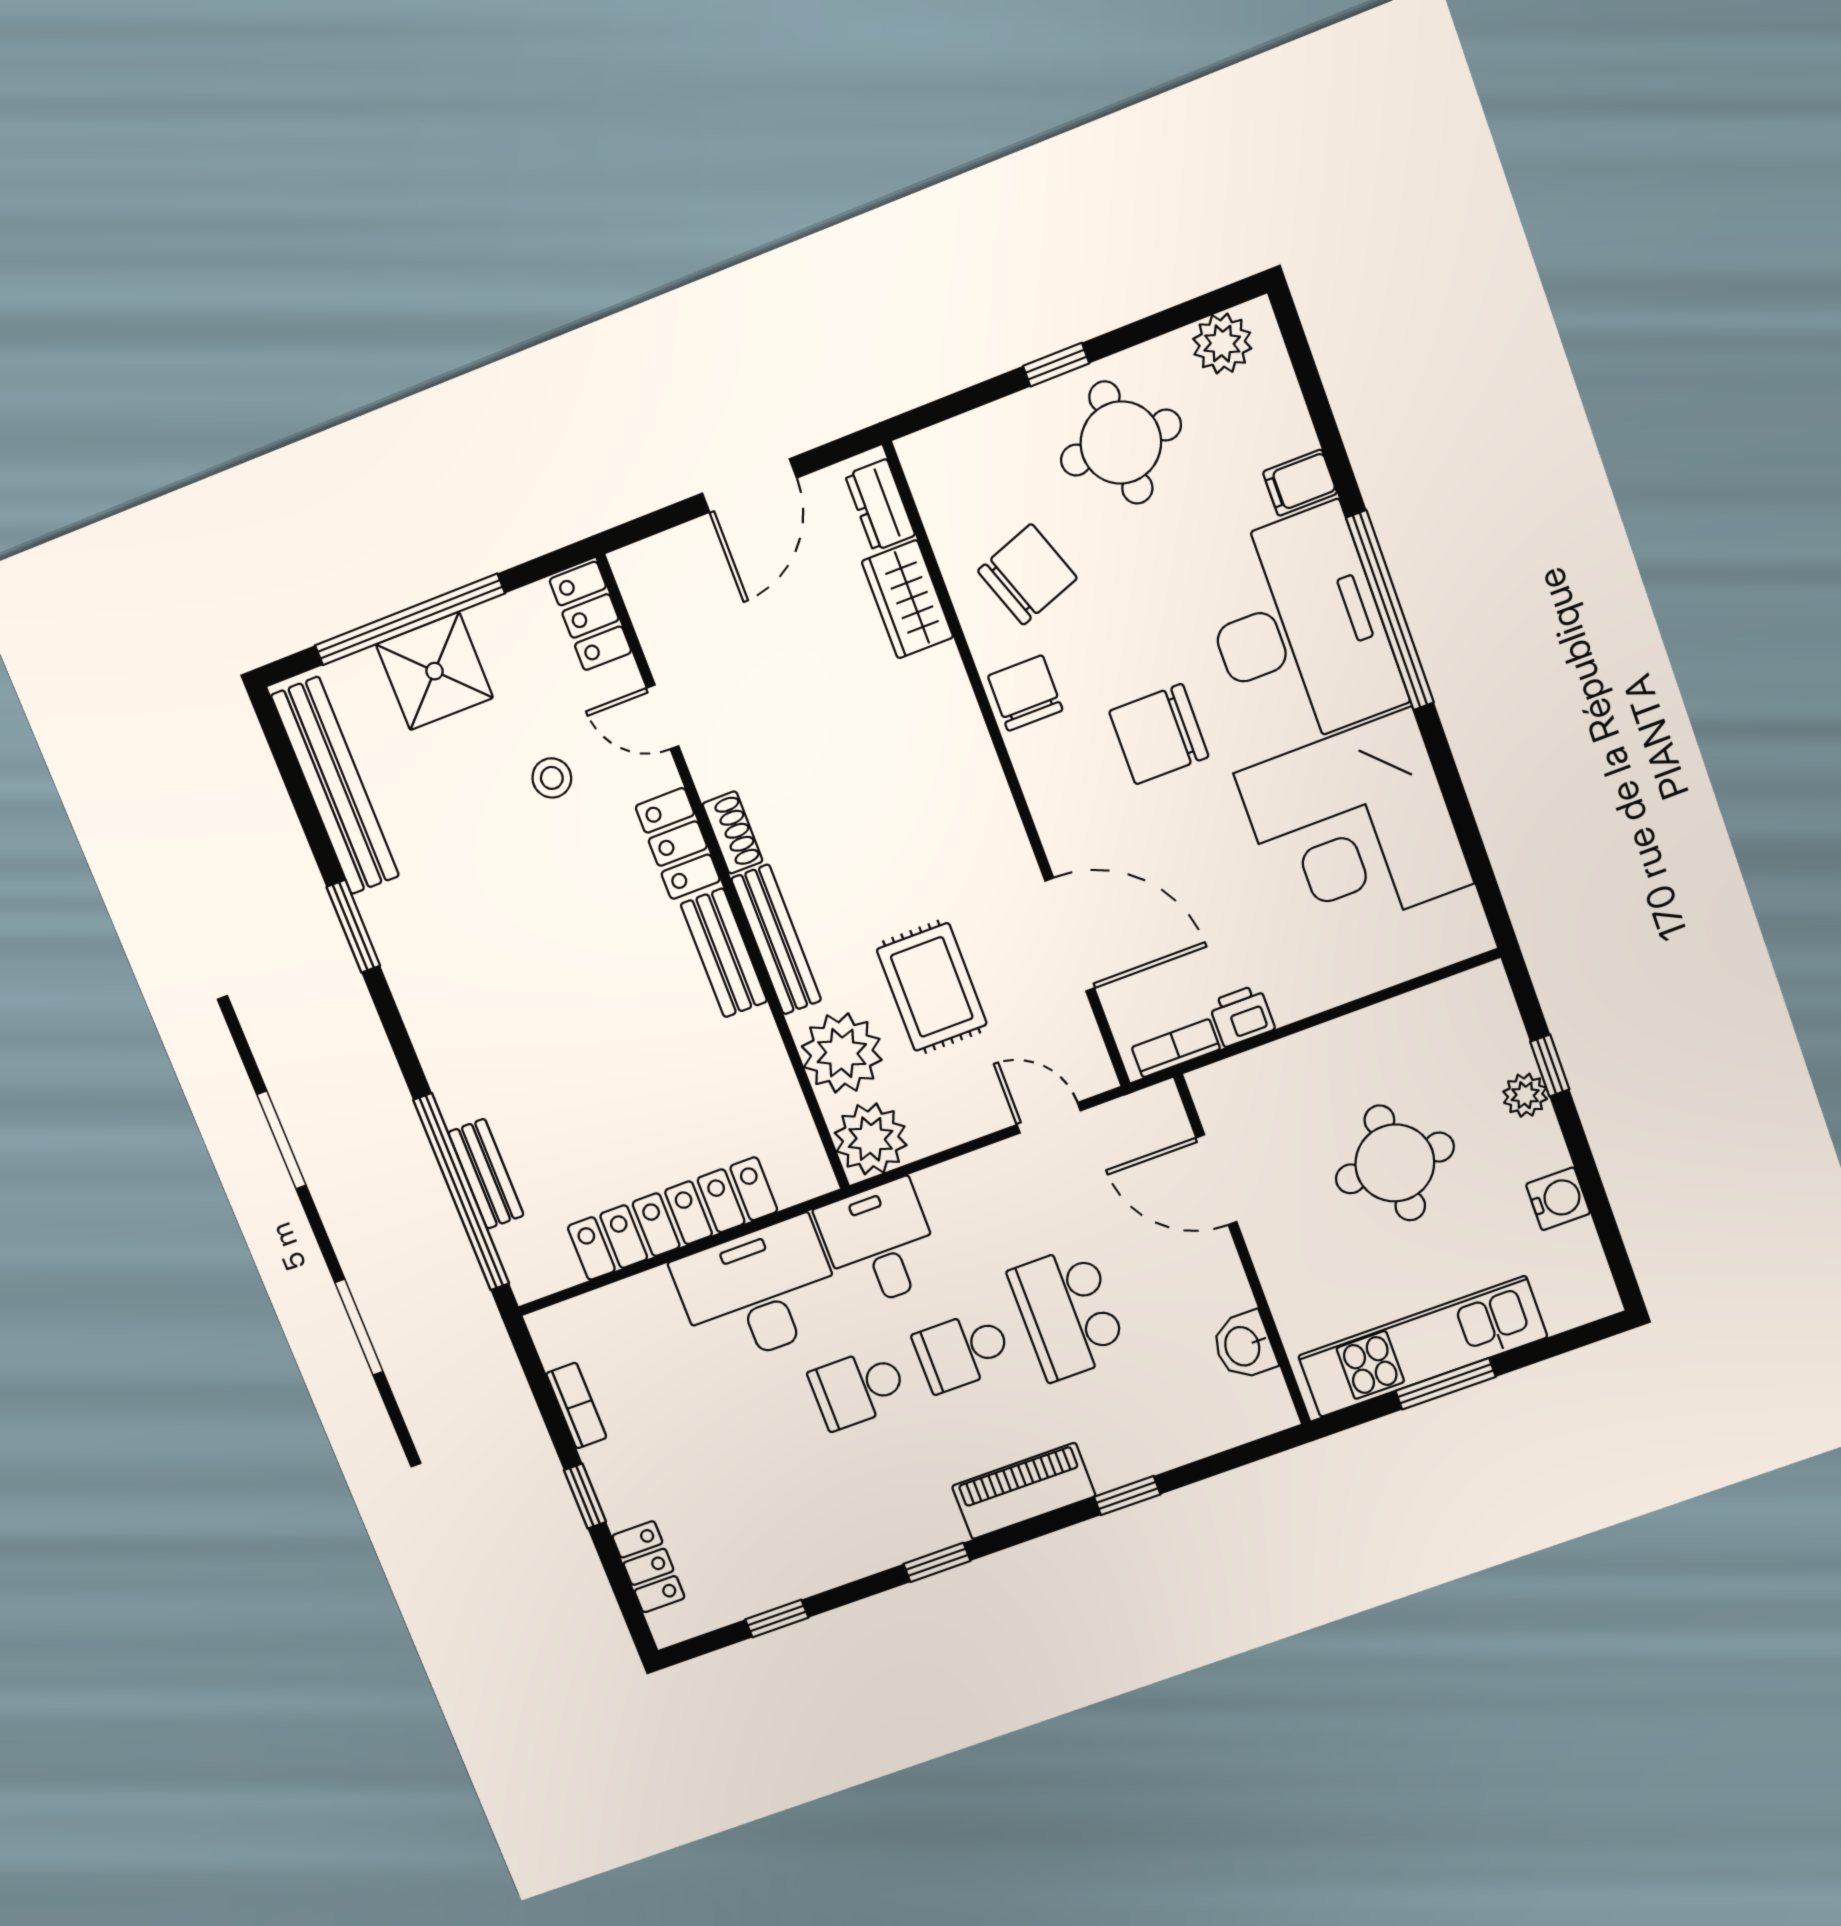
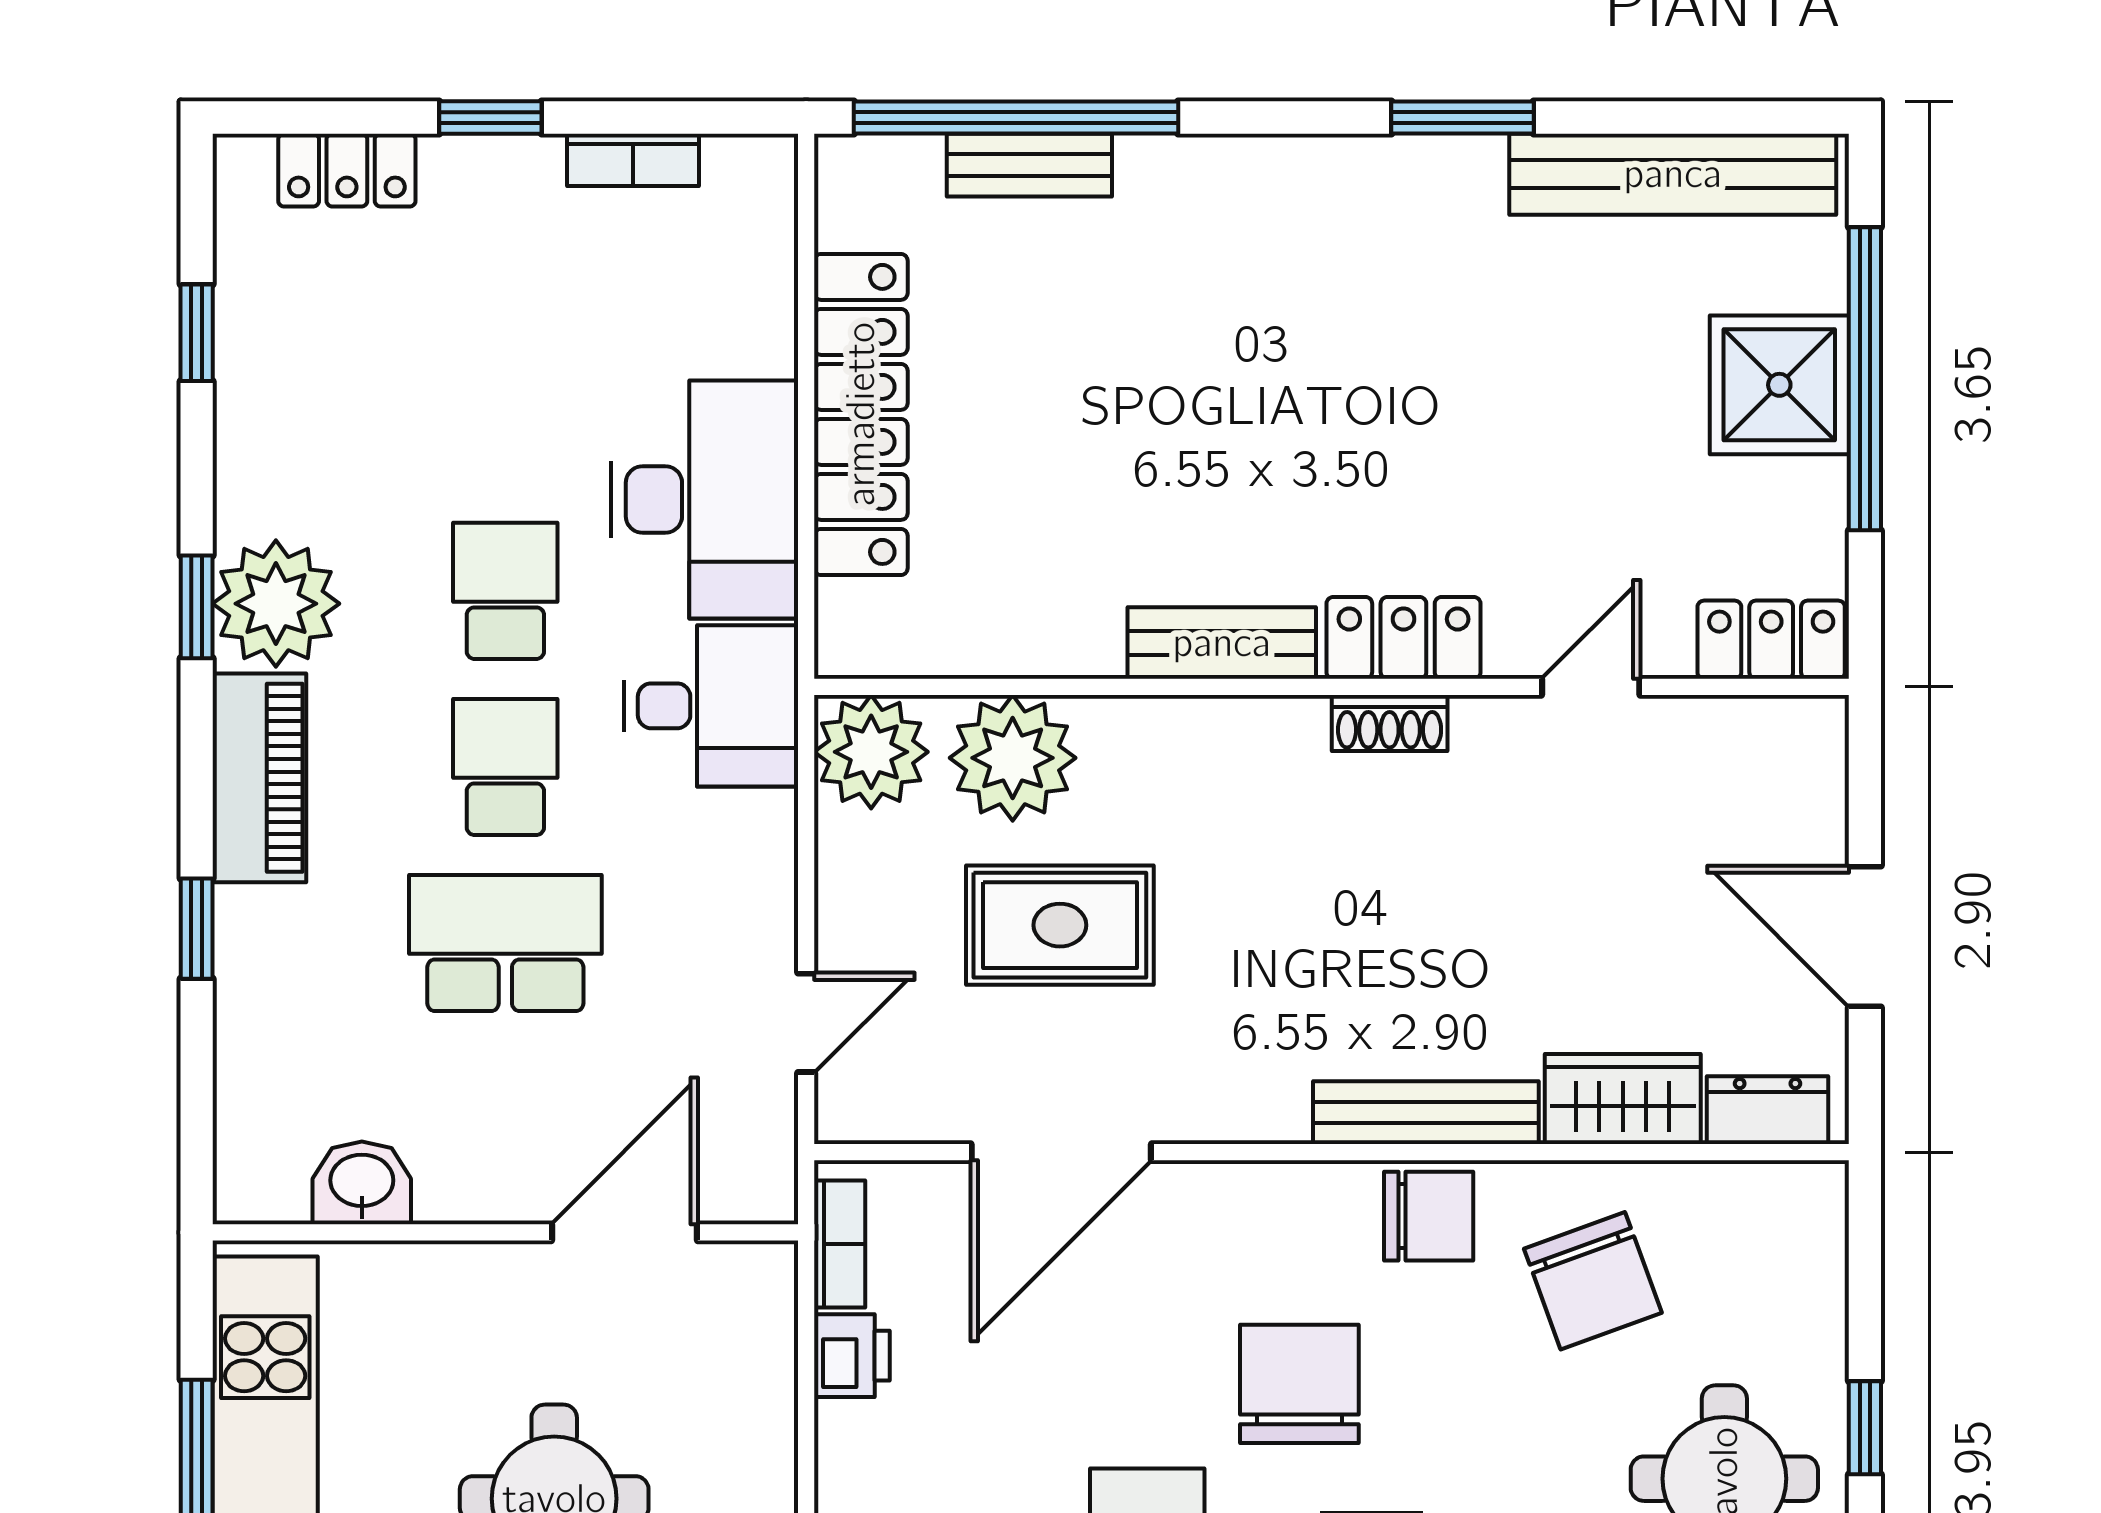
stool: (552, 778) -> (1565, 493), removed
bench: (776, 939) -> (1426, 1113), moved
plant: (917, 1518) -> (276, 604), added

